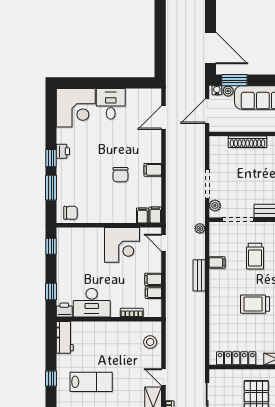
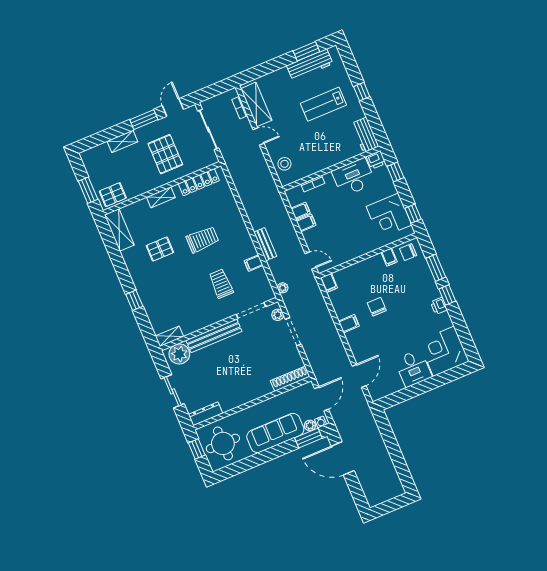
shoe rack: (247, 142) -> (290, 379), moved
filing cabinet: (142, 216) -> (389, 257), moved
corner desk: (122, 245) -> (389, 216), moved, turned -90

